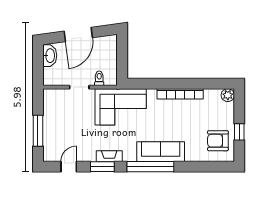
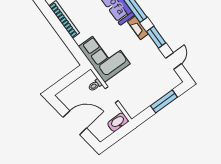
washbasin: (50, 56) -> (118, 122), moved
fireplace: (109, 156) -> (138, 28), moved
door: (69, 167) -> (173, 61), swing flipped

